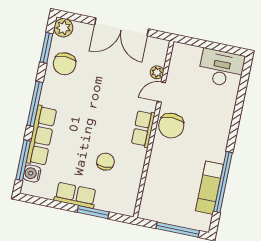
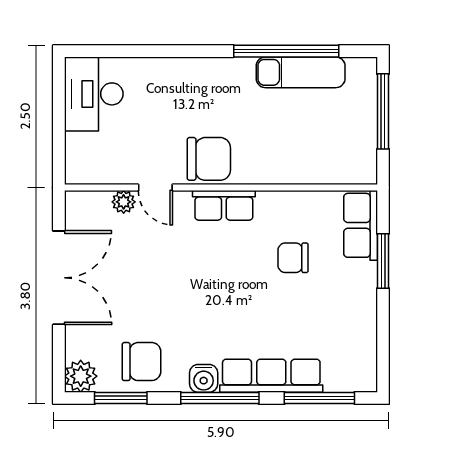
water cooler: (32, 173) -> (204, 378), moved
row of seats: (75, 195) -> (361, 225), moved

